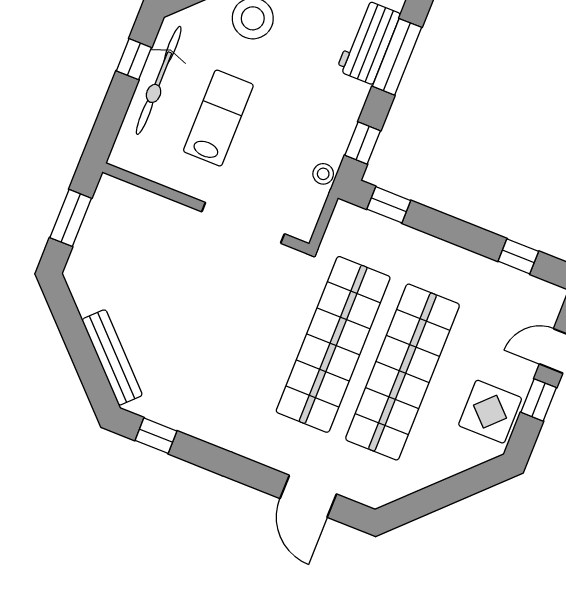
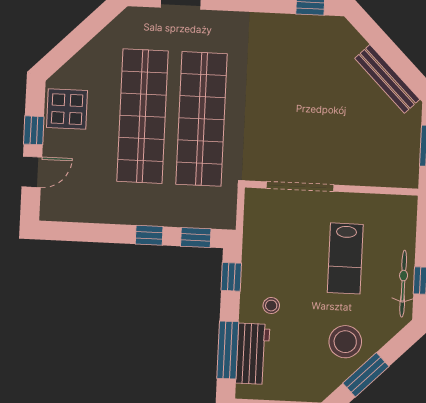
bicycle: (159, 80) -> (403, 284), width x0.73, depth x0.71
stool: (323, 174) -> (271, 306), moved
window: (518, 256) -> (149, 235), moved
bench: (112, 357) -> (387, 79), moved

